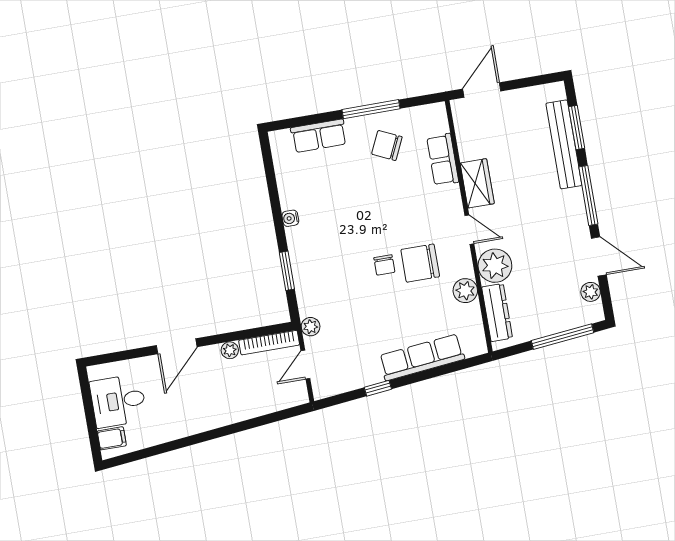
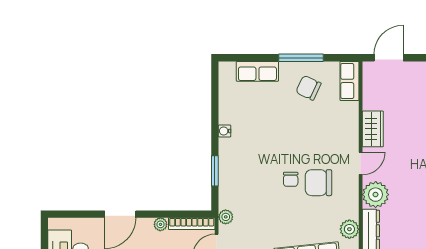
row of seats: (443, 160) -> (349, 81), moved
door: (469, 230) -> (361, 163), hinge flipped
plant: (465, 291) -> (349, 229), moved

